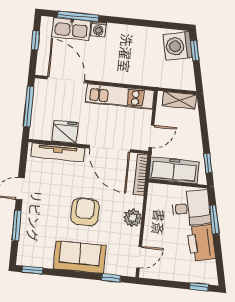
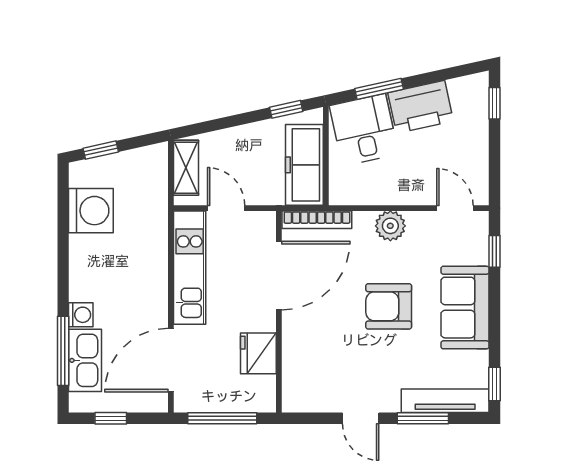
washing machine: (178, 46) -> (91, 211), moved, turned -78
door: (151, 136) -> (226, 208), moved
tv unit: (58, 152) -> (445, 401), moved, turned -90

